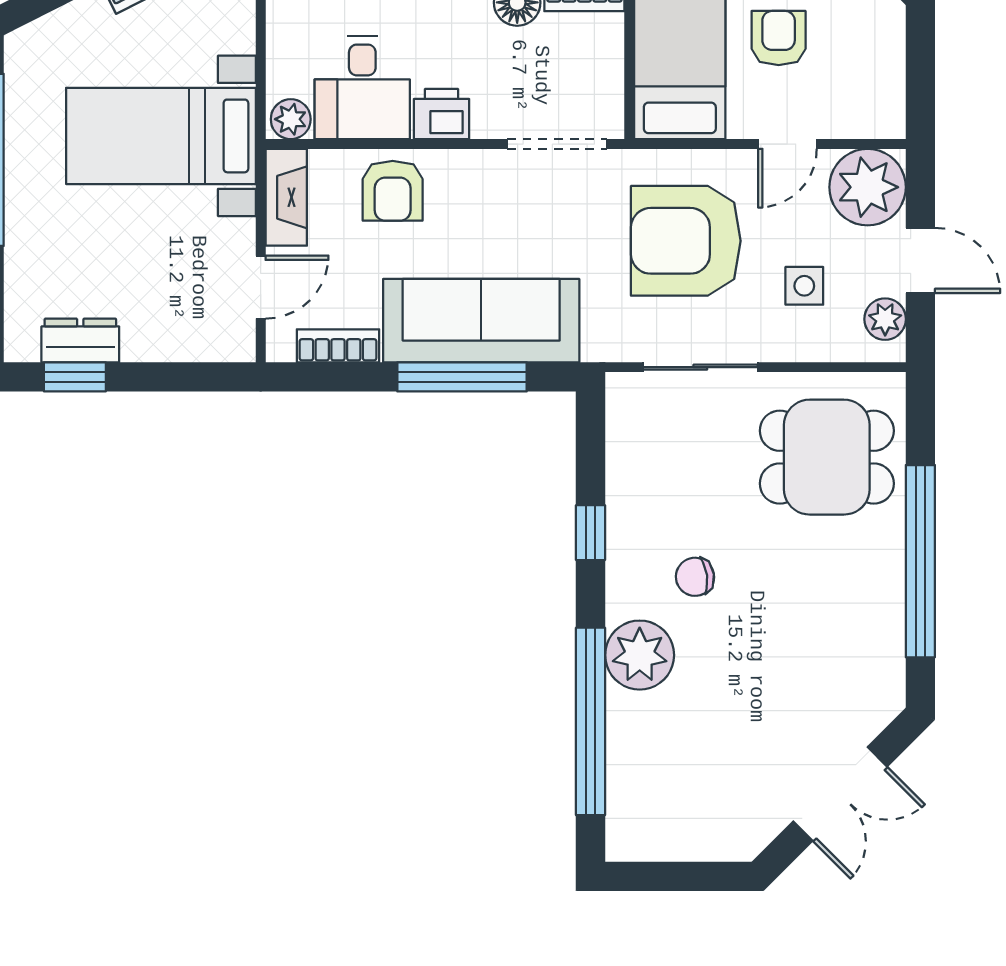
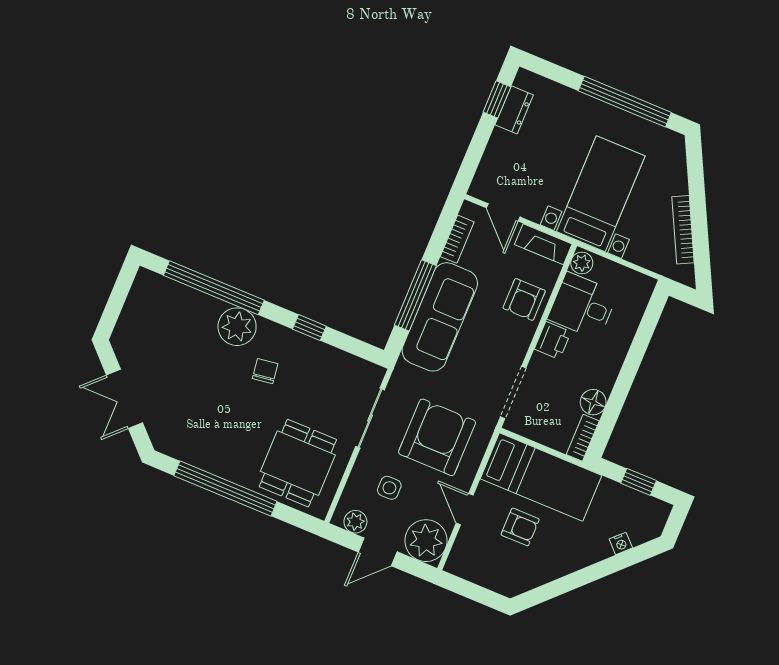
armchair: (393, 191) -> (524, 299), turned -90

